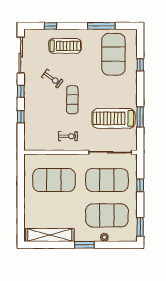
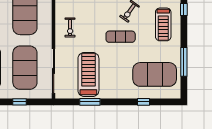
exercise mat: (72, 100) -> (121, 37), moved

